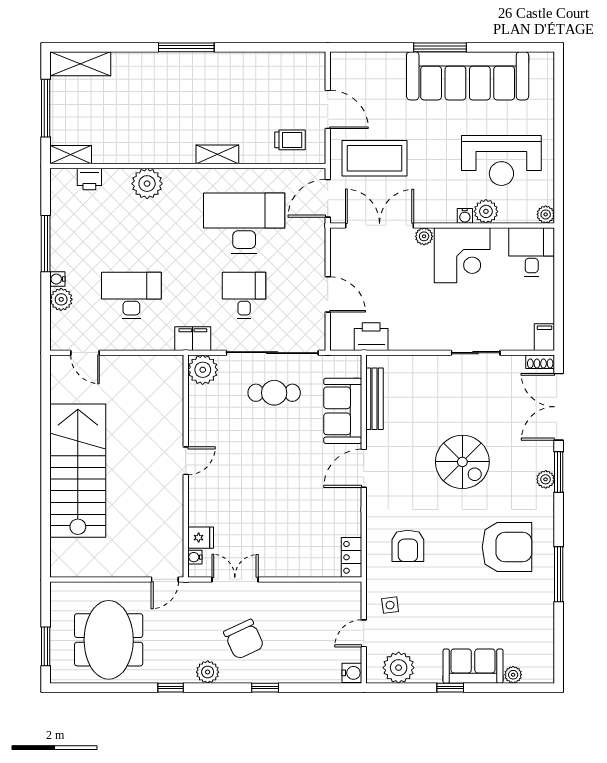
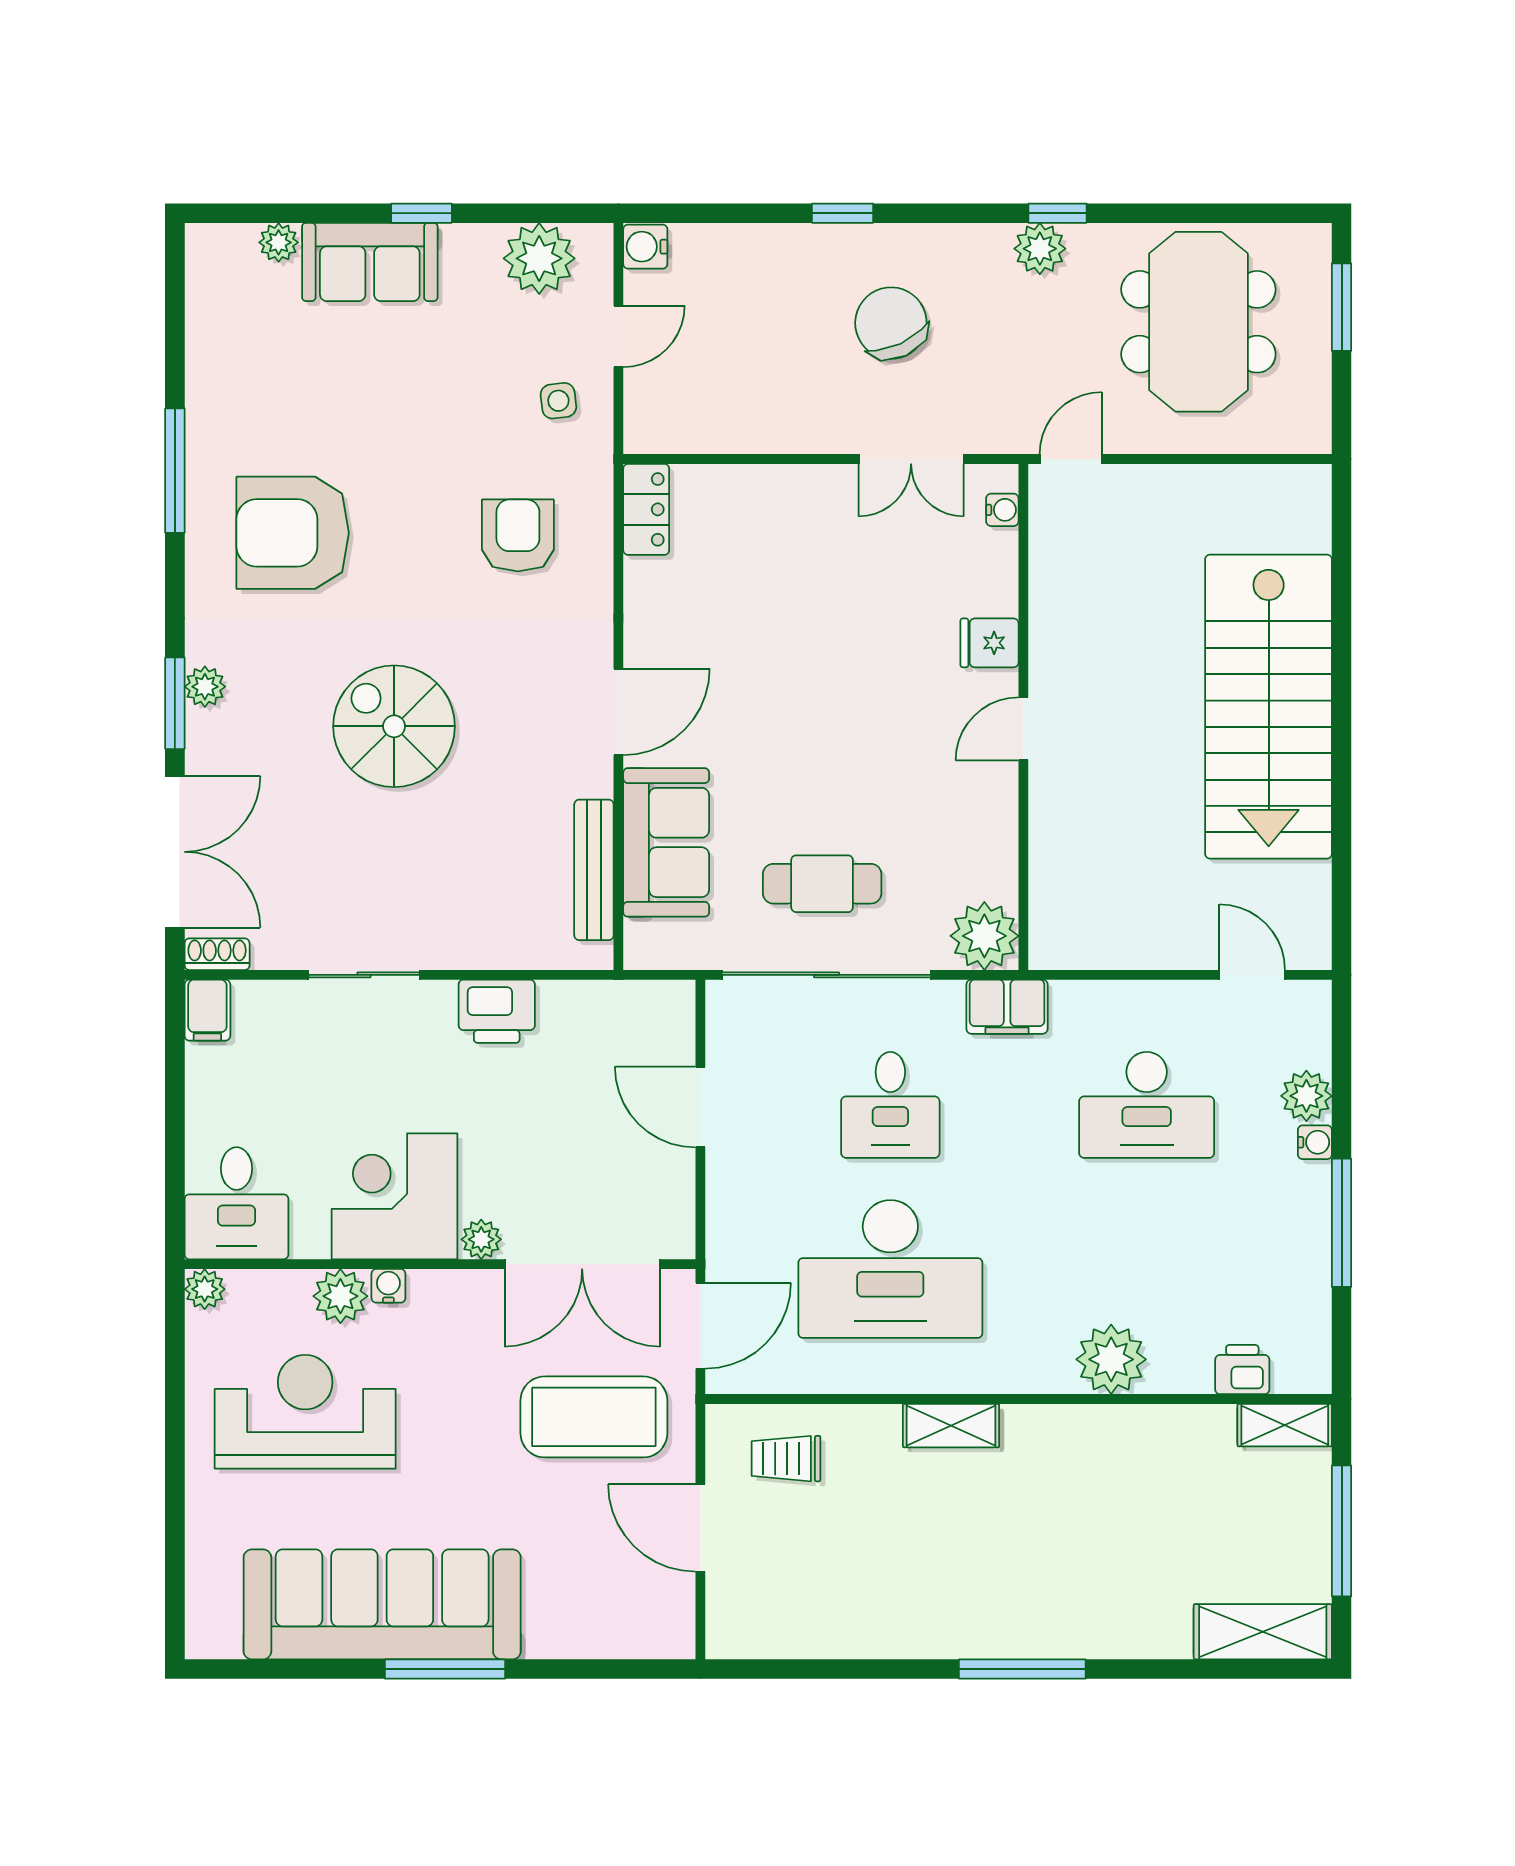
printer: (371, 337) -> (497, 1011), moved
fridge: (201, 538) -> (989, 643), moved
plant: (208, 672) -> (1040, 249), moved

